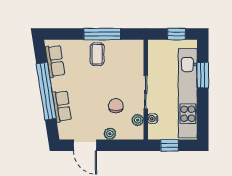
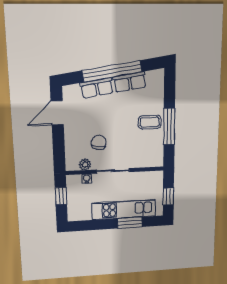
row of seats: (55, 61) -> (130, 82), moved
kitchen unit: (188, 93) -> (124, 209), width x0.73
chair: (116, 106) -> (99, 142), turned -83
plant: (110, 134) -> (70, 138), removed

